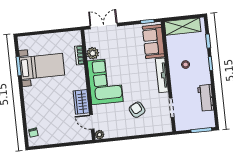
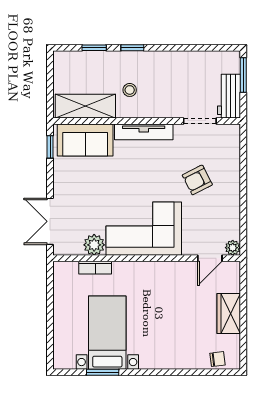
shelving: (183, 27) -> (85, 106), moved, turned 90
workbench: (206, 98) -> (229, 96), moved, turned 90
wardrobe: (81, 102) -> (229, 314), moved, turned 90

